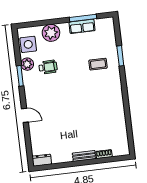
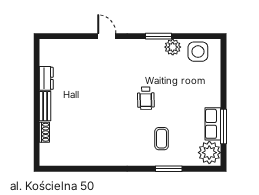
plant: (51, 33) -> (209, 153), moved
wheelchair: (48, 67) -> (146, 98), moved
door: (25, 115) -> (107, 36), swing flipped
dresser: (42, 160) -> (46, 78), moved

